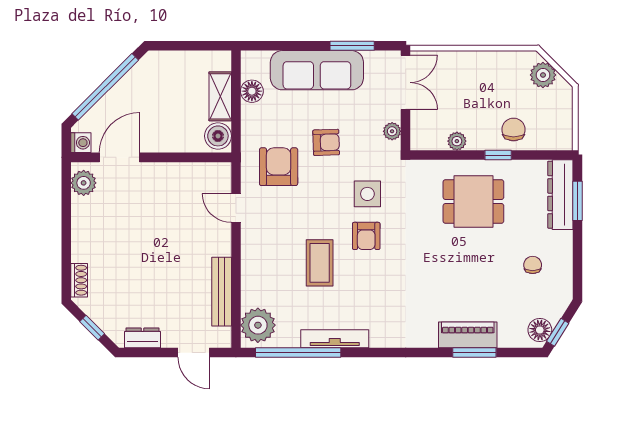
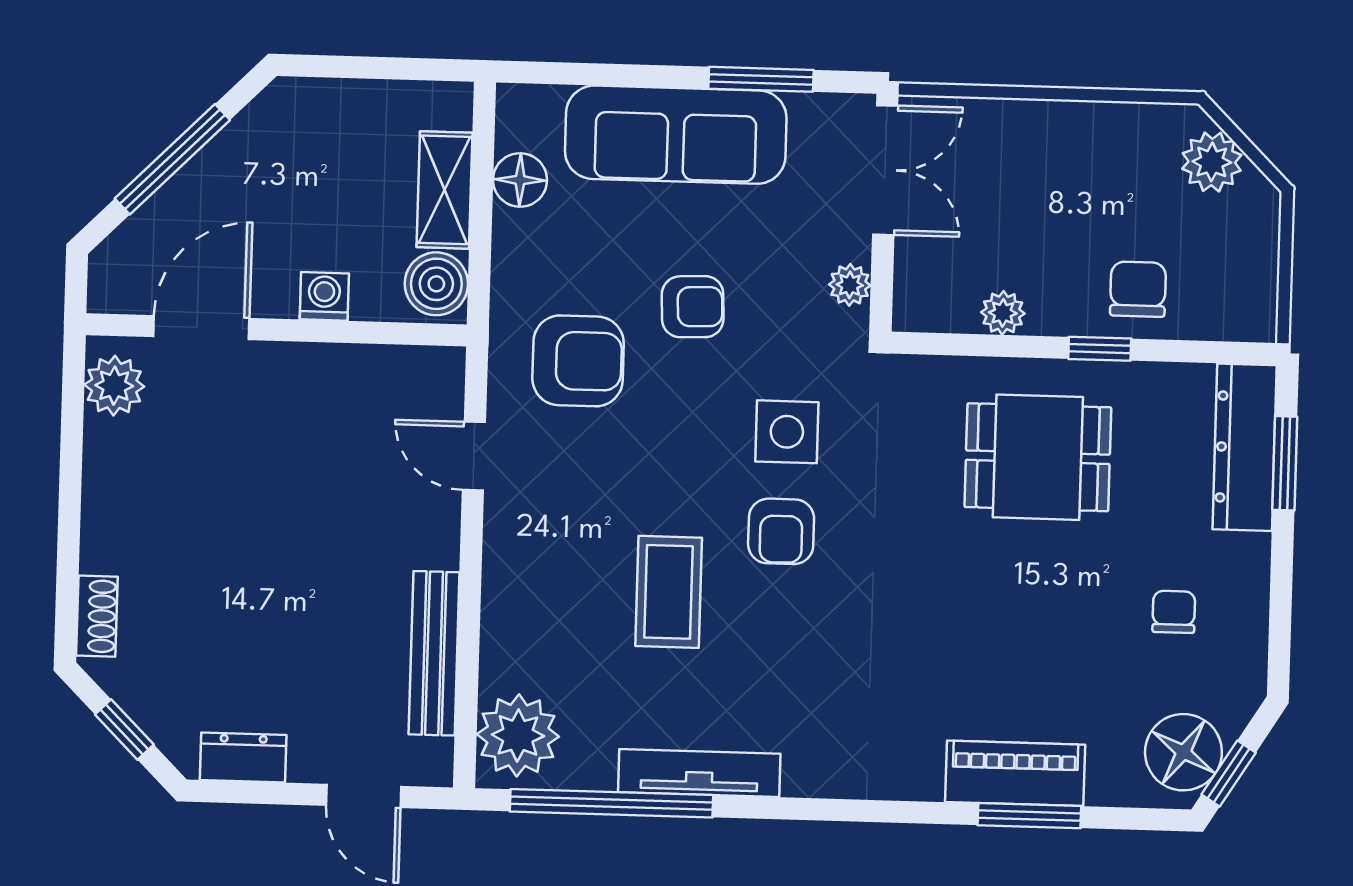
window: (105, 87) -> (172, 159), width x0.68
washing machine: (81, 143) -> (324, 296), moved, turned -90
armchair: (279, 167) -> (578, 361), turned 90
floor lamp: (540, 330) -> (1183, 752), width x1.38, depth x1.38

